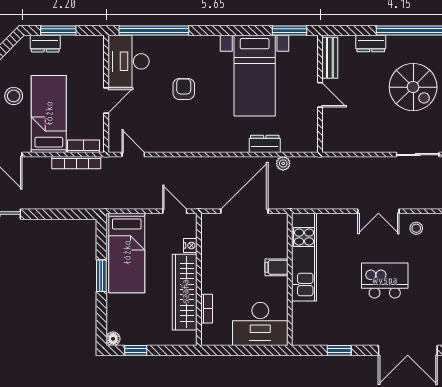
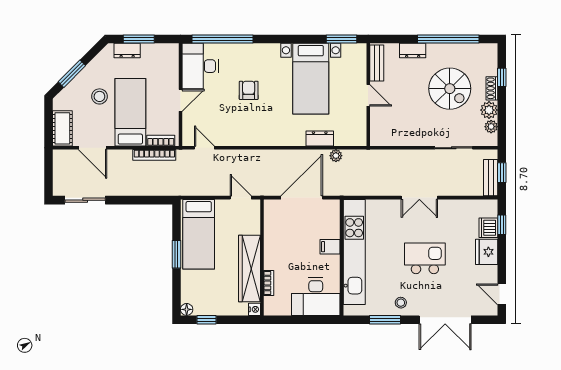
stool: (416, 228) -> (401, 303), moved
nightstand: (190, 245) -> (254, 309), moved
kitchen unit: (304, 257) -> (354, 252), width x1.36
window: (339, 350) -> (385, 320), width x1.50

